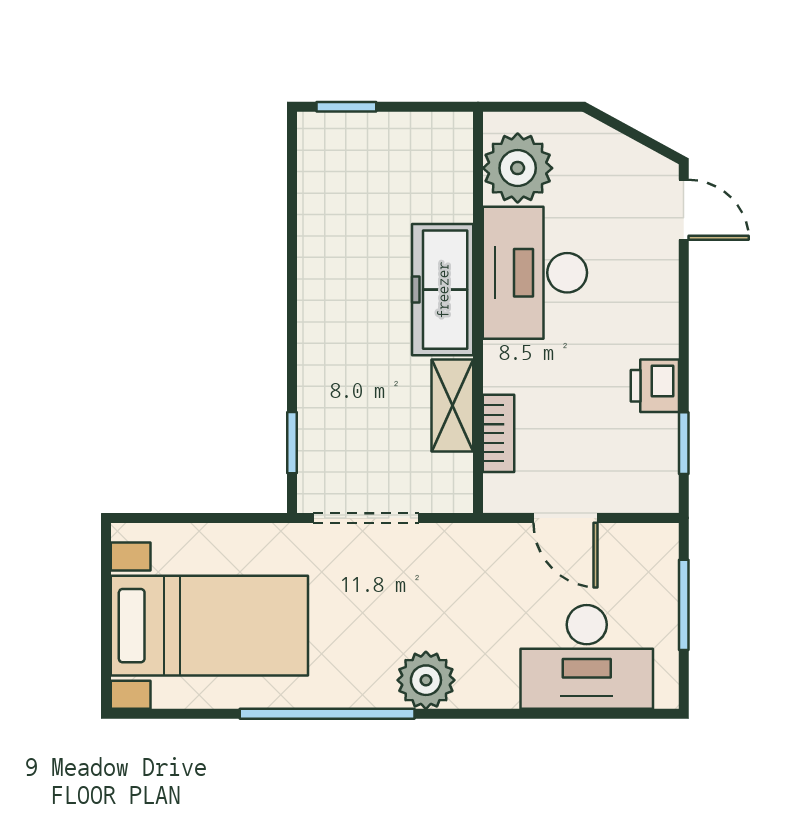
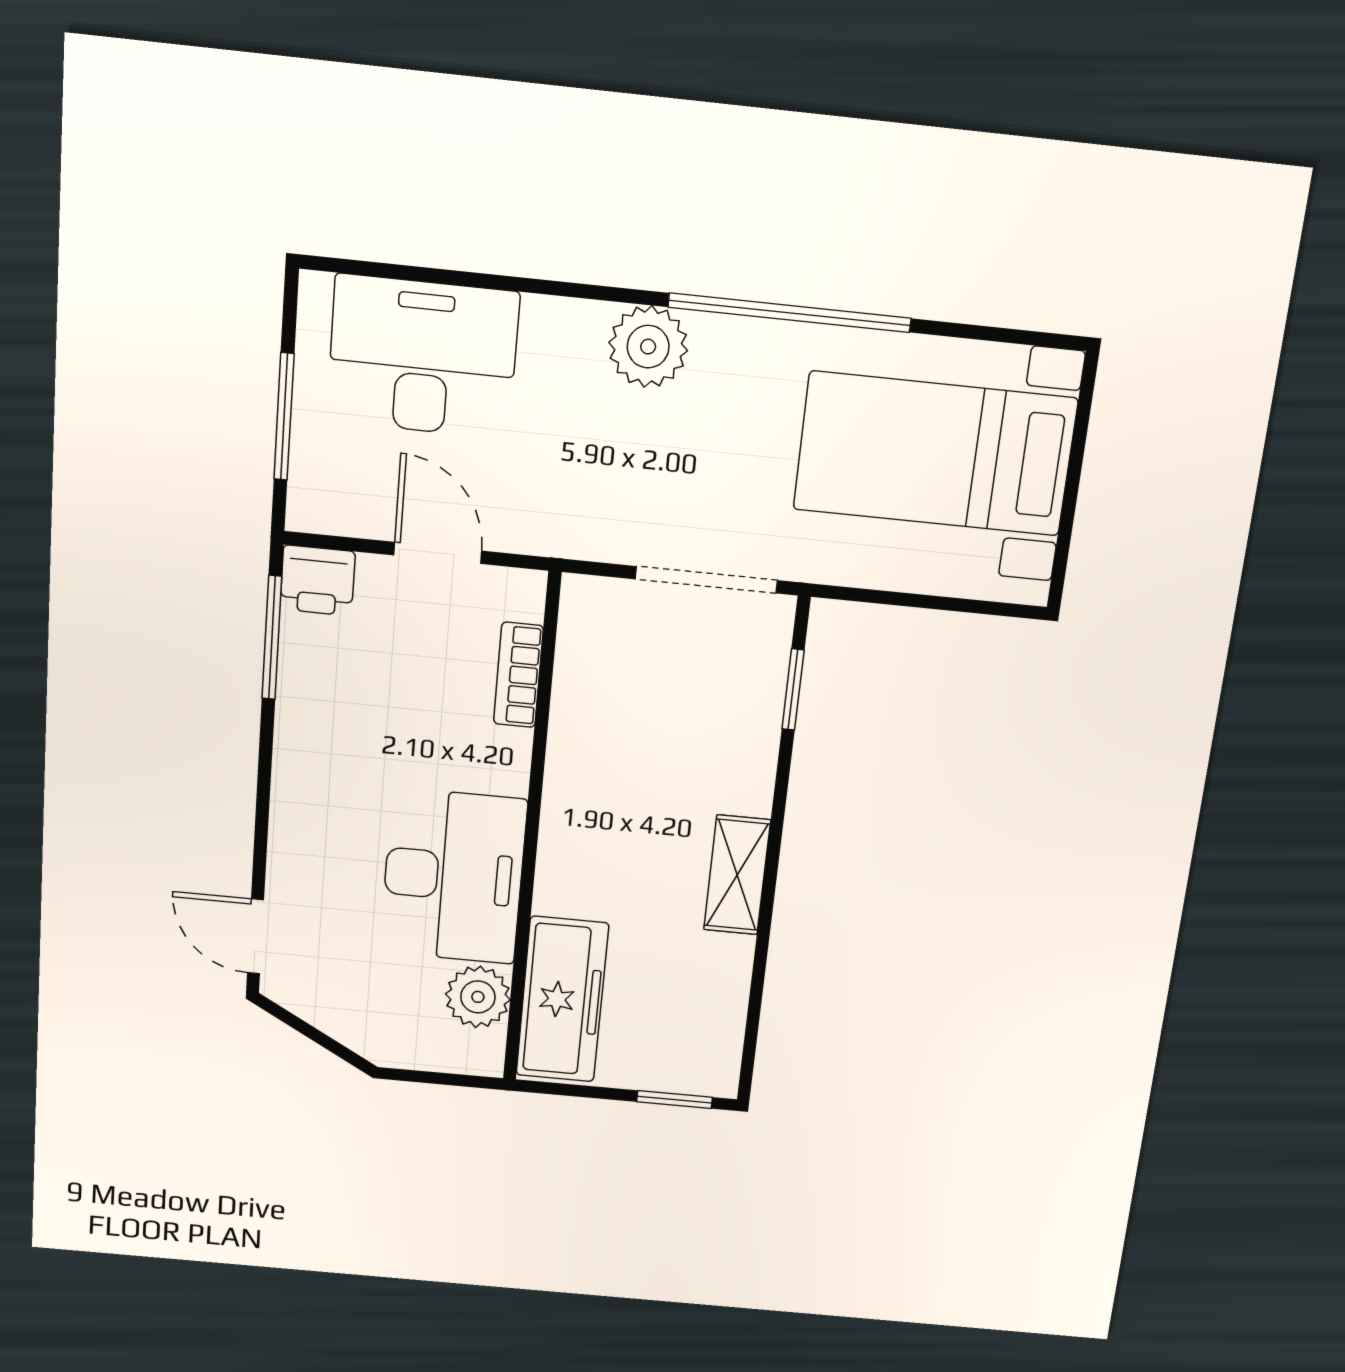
plant: (518, 168) -> (478, 997), width x0.73, depth x0.73
freezer: (443, 290) -> (562, 1000), moved
printer: (655, 386) -> (318, 580), moved, turned 90
shelving: (452, 405) -> (737, 875), moved
window: (684, 443) -> (272, 638), width x1.50

